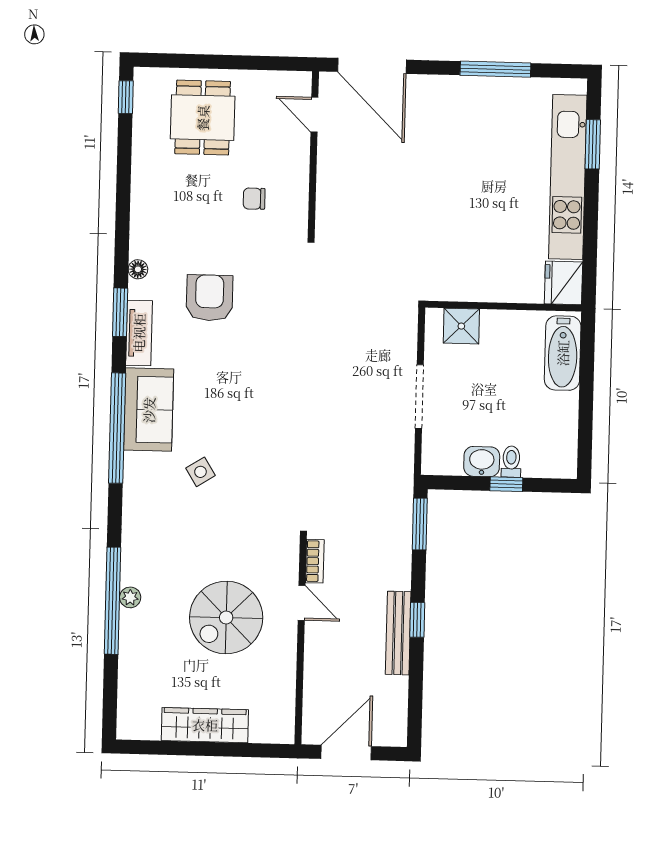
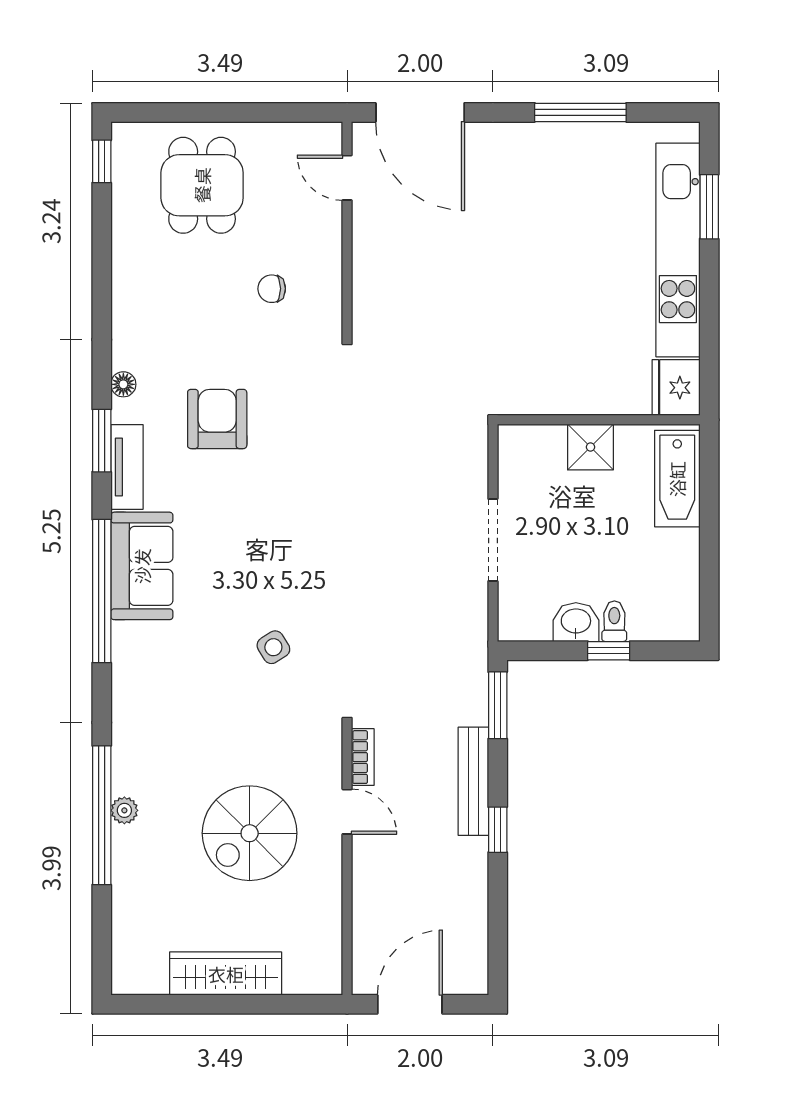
shower: (461, 326) -> (590, 447), moved
side table: (200, 472) -> (273, 647), moved
bench: (398, 633) -> (473, 781), moved

